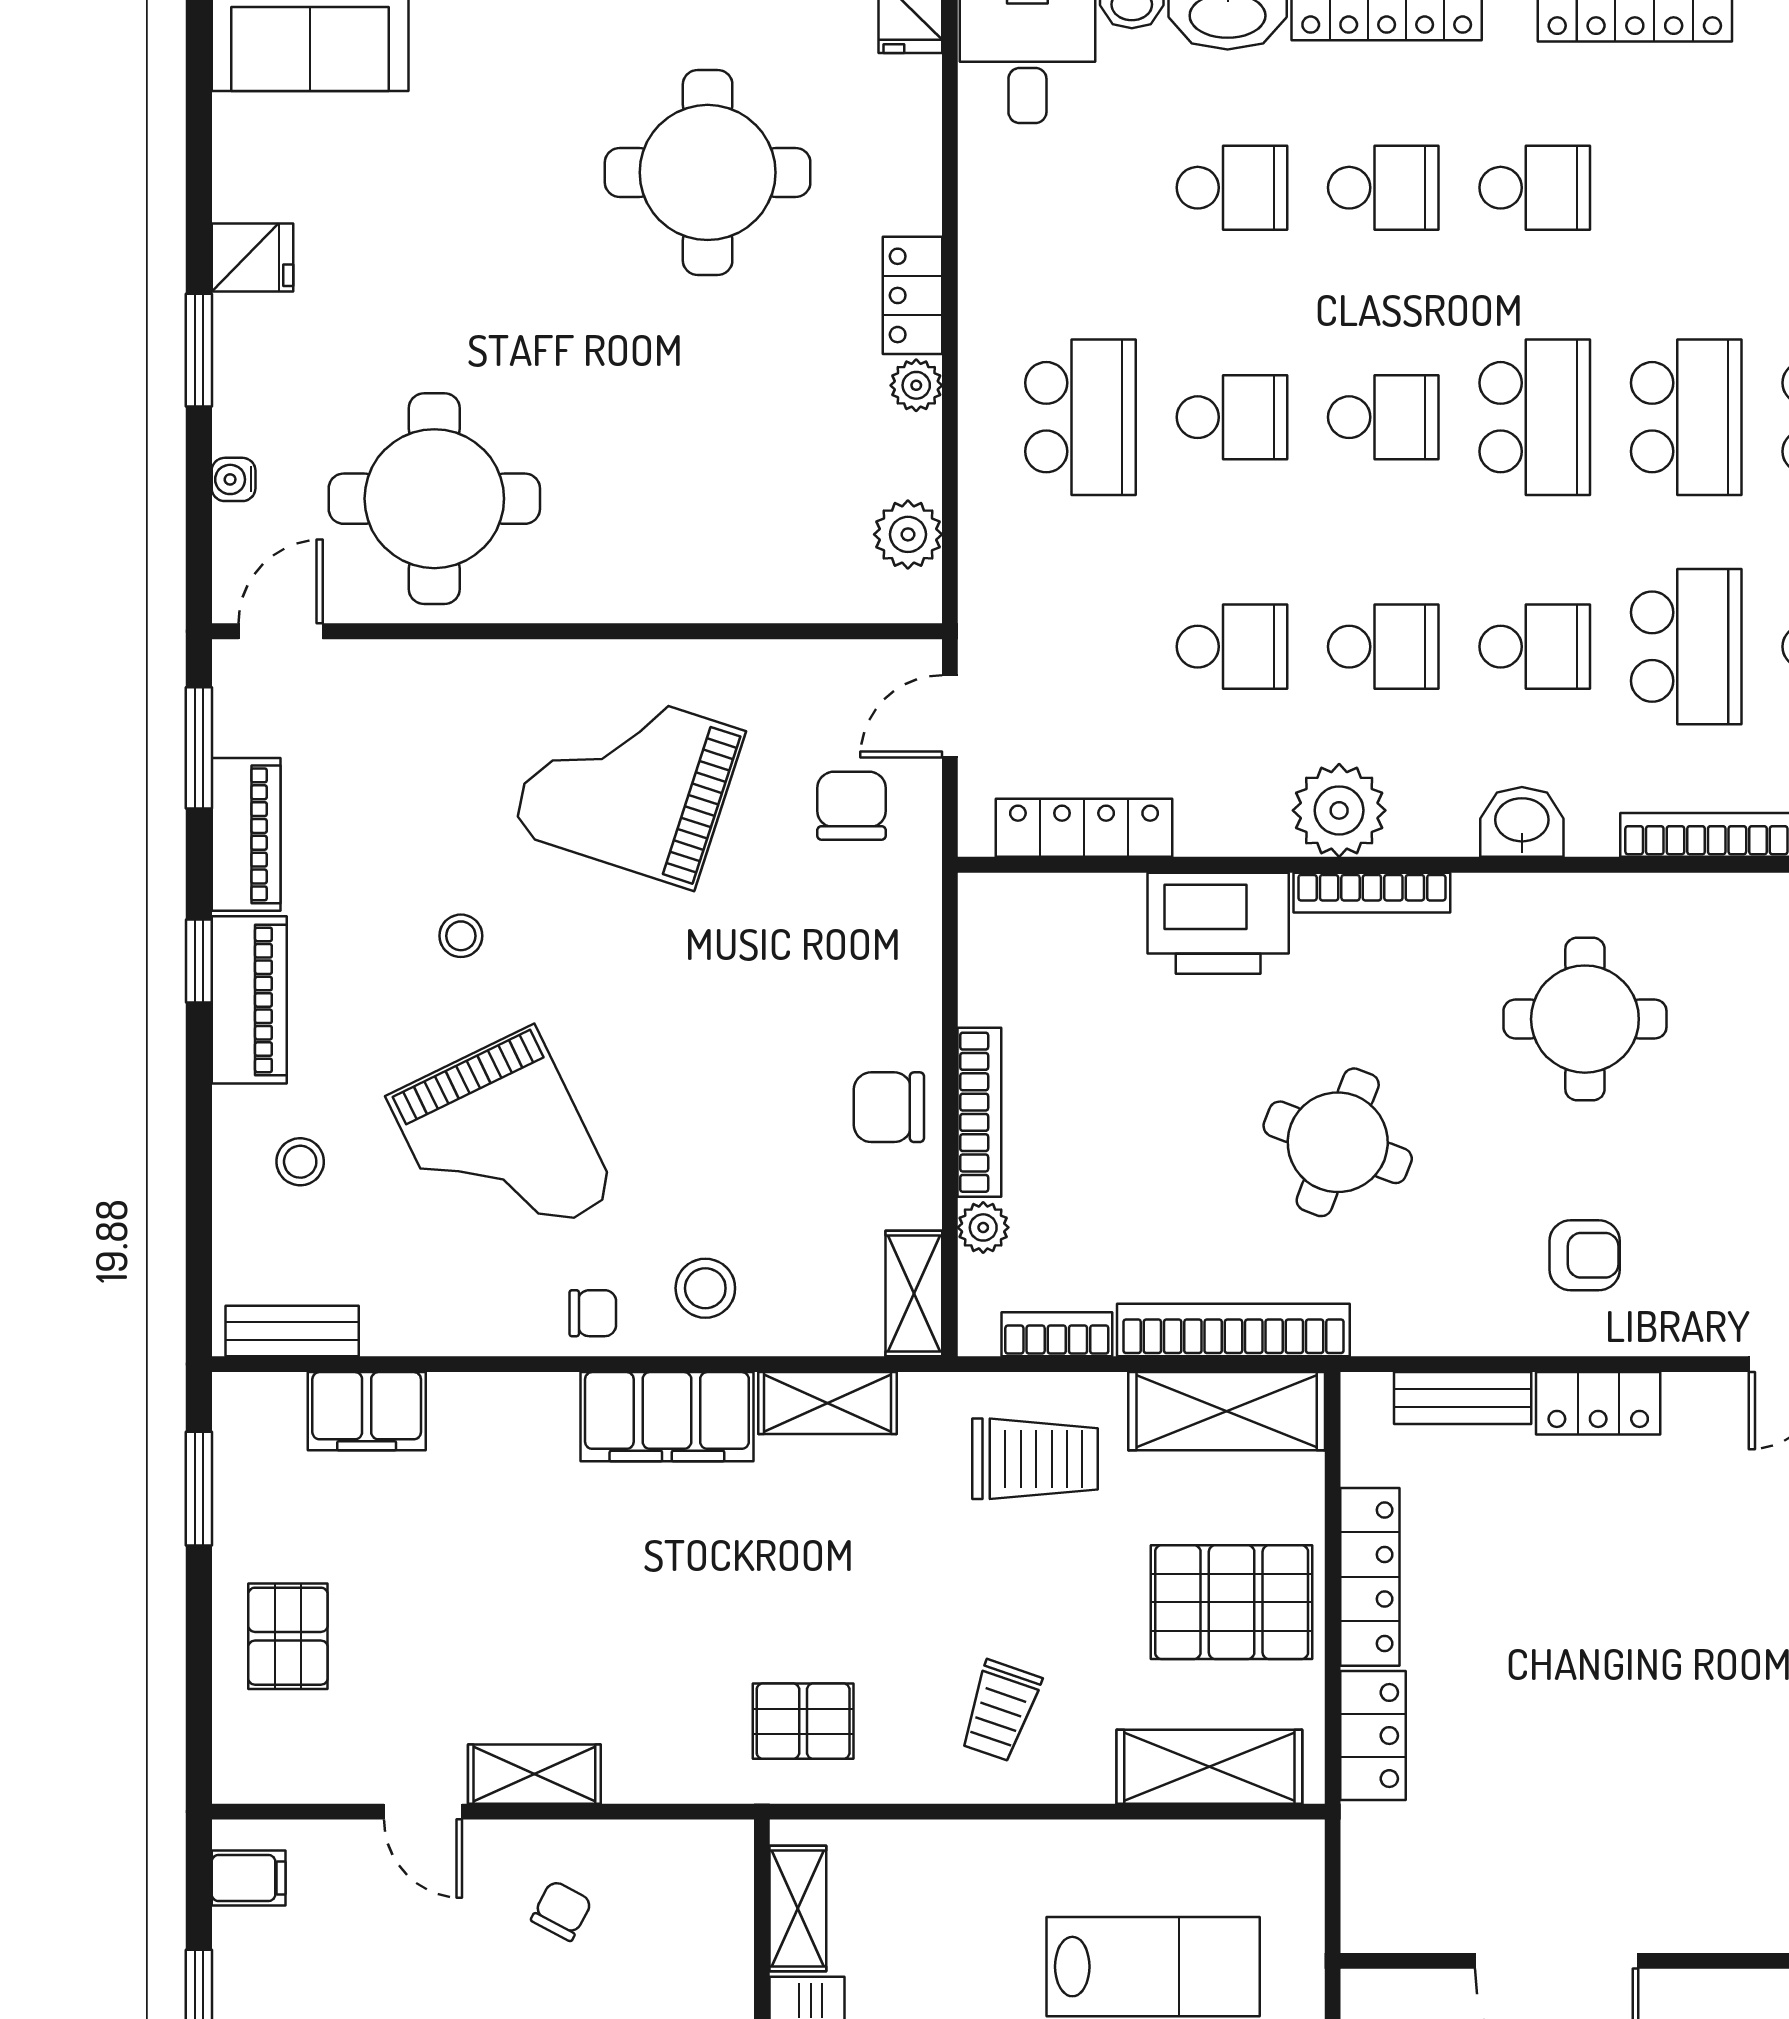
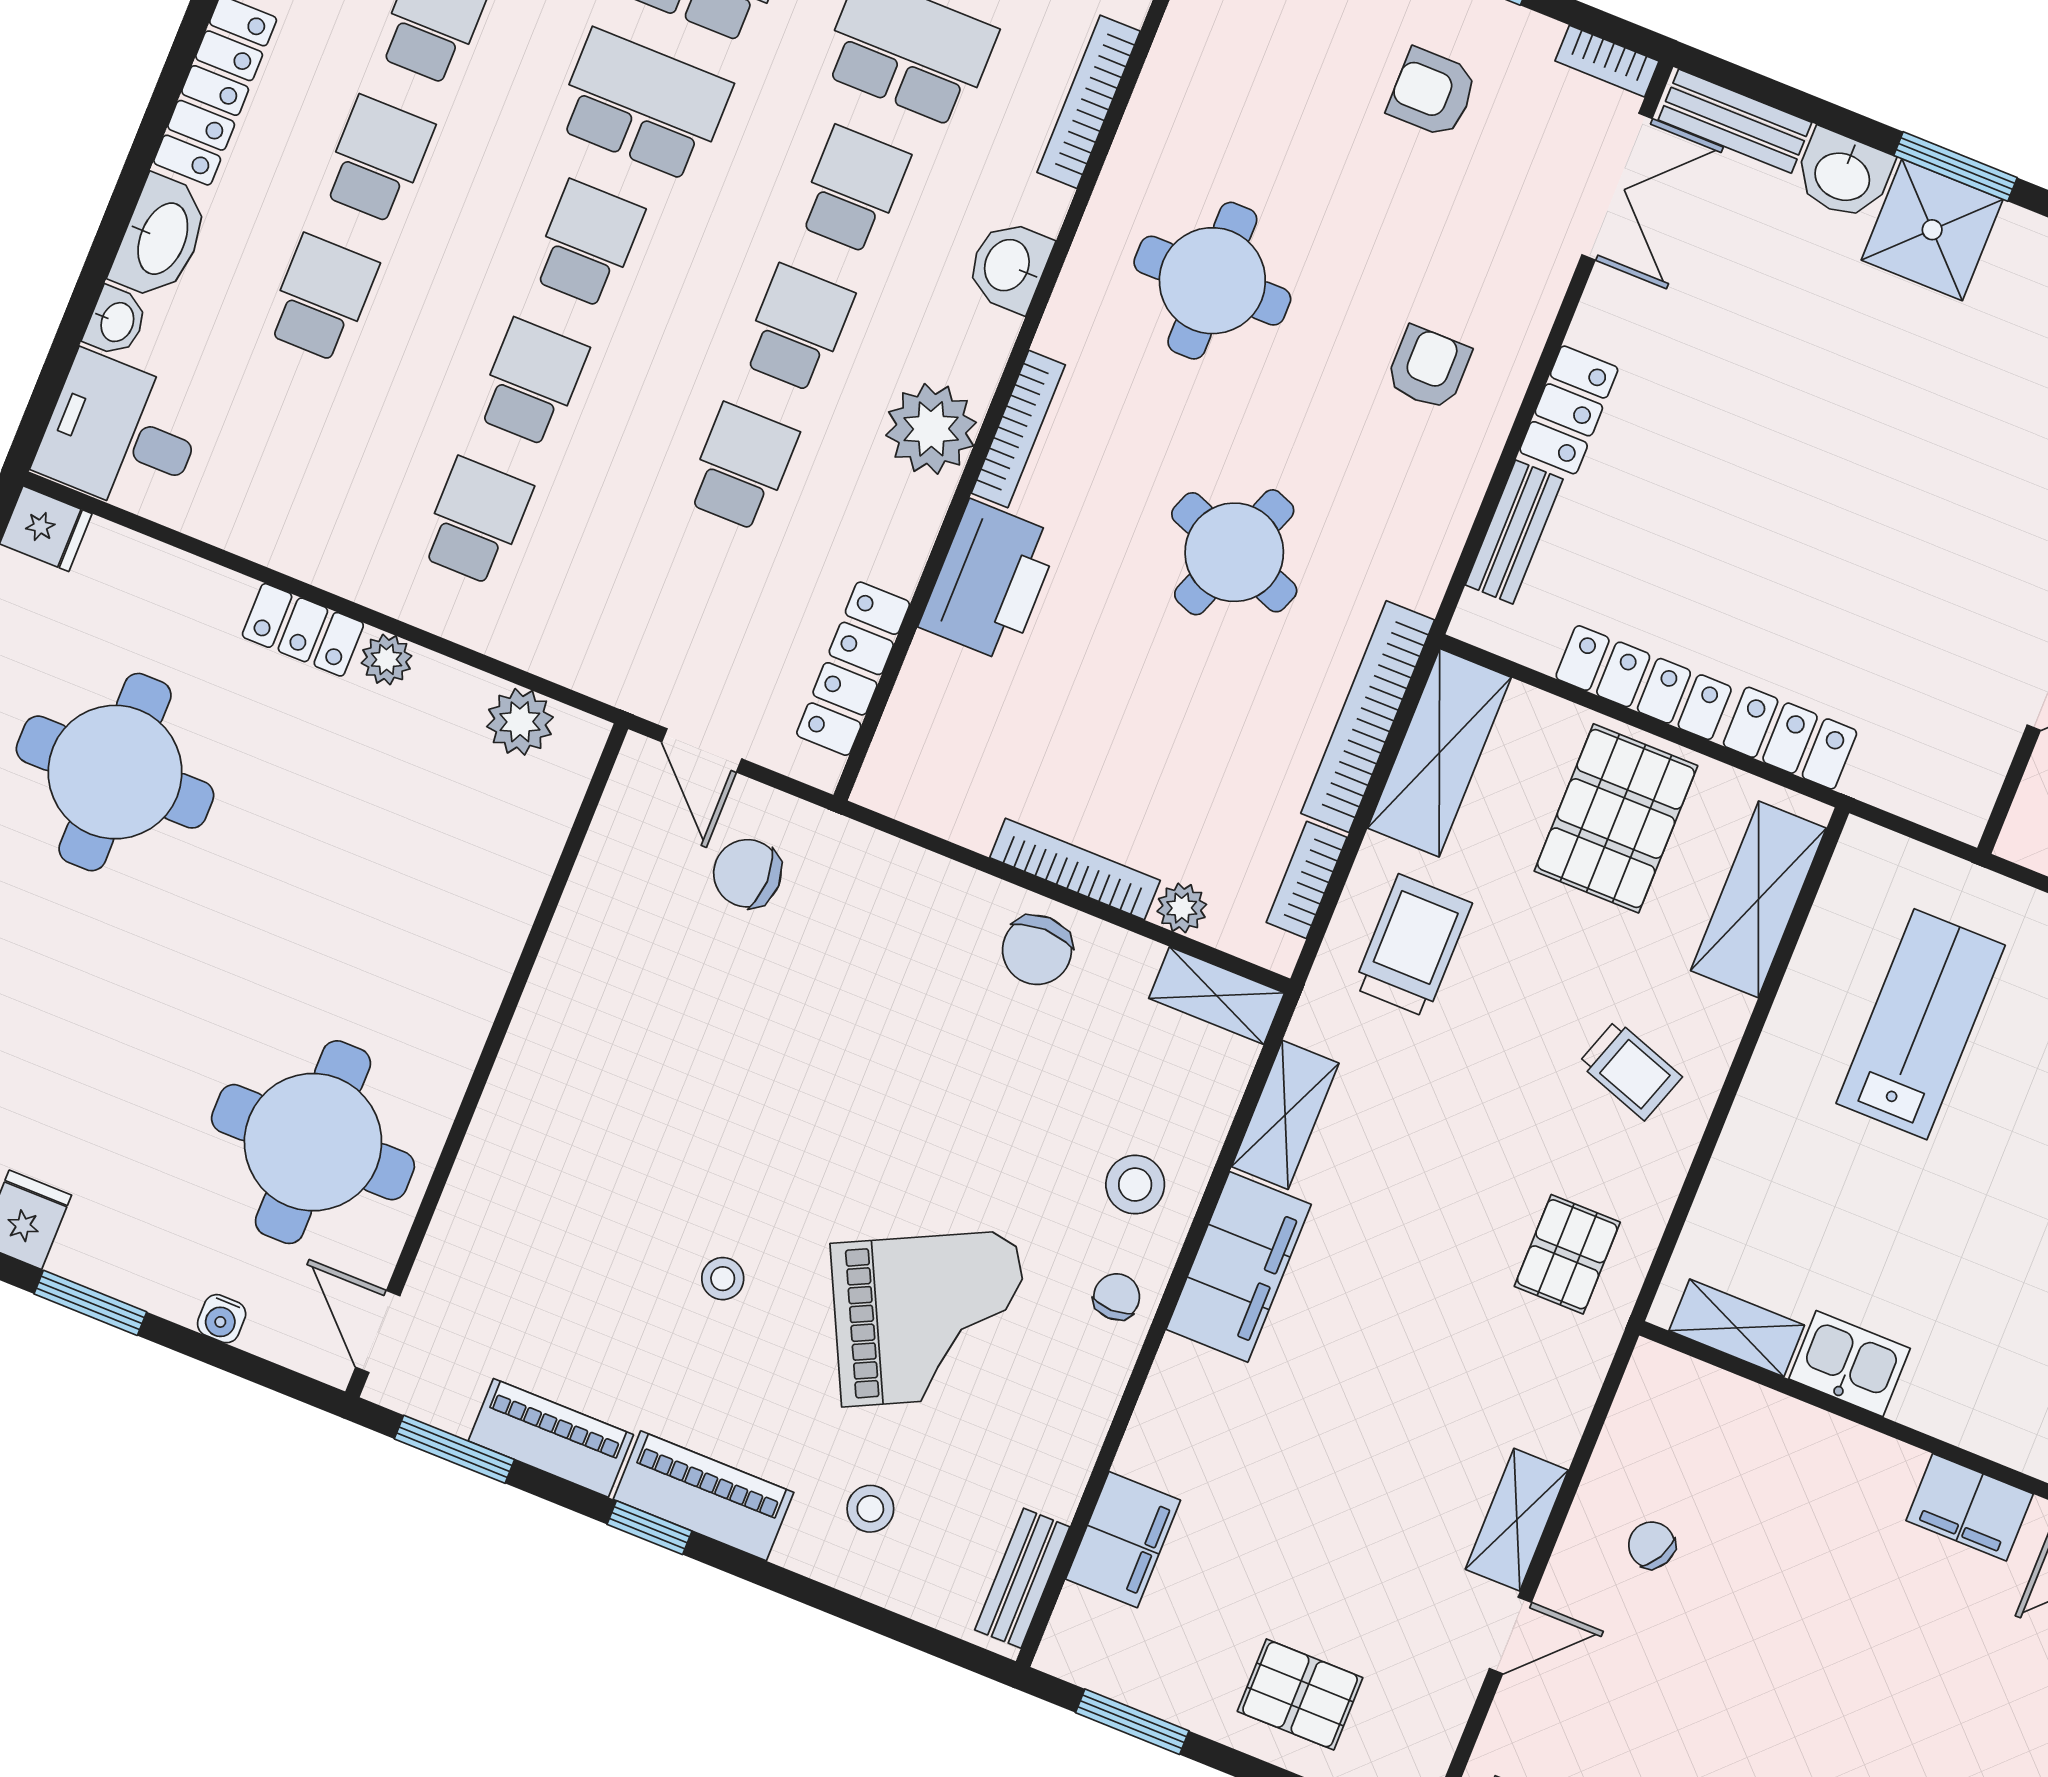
school desk: (1080, 417) -> (476, 521), width x0.54
grand piano: (628, 781) -> (643, 1069), removed

